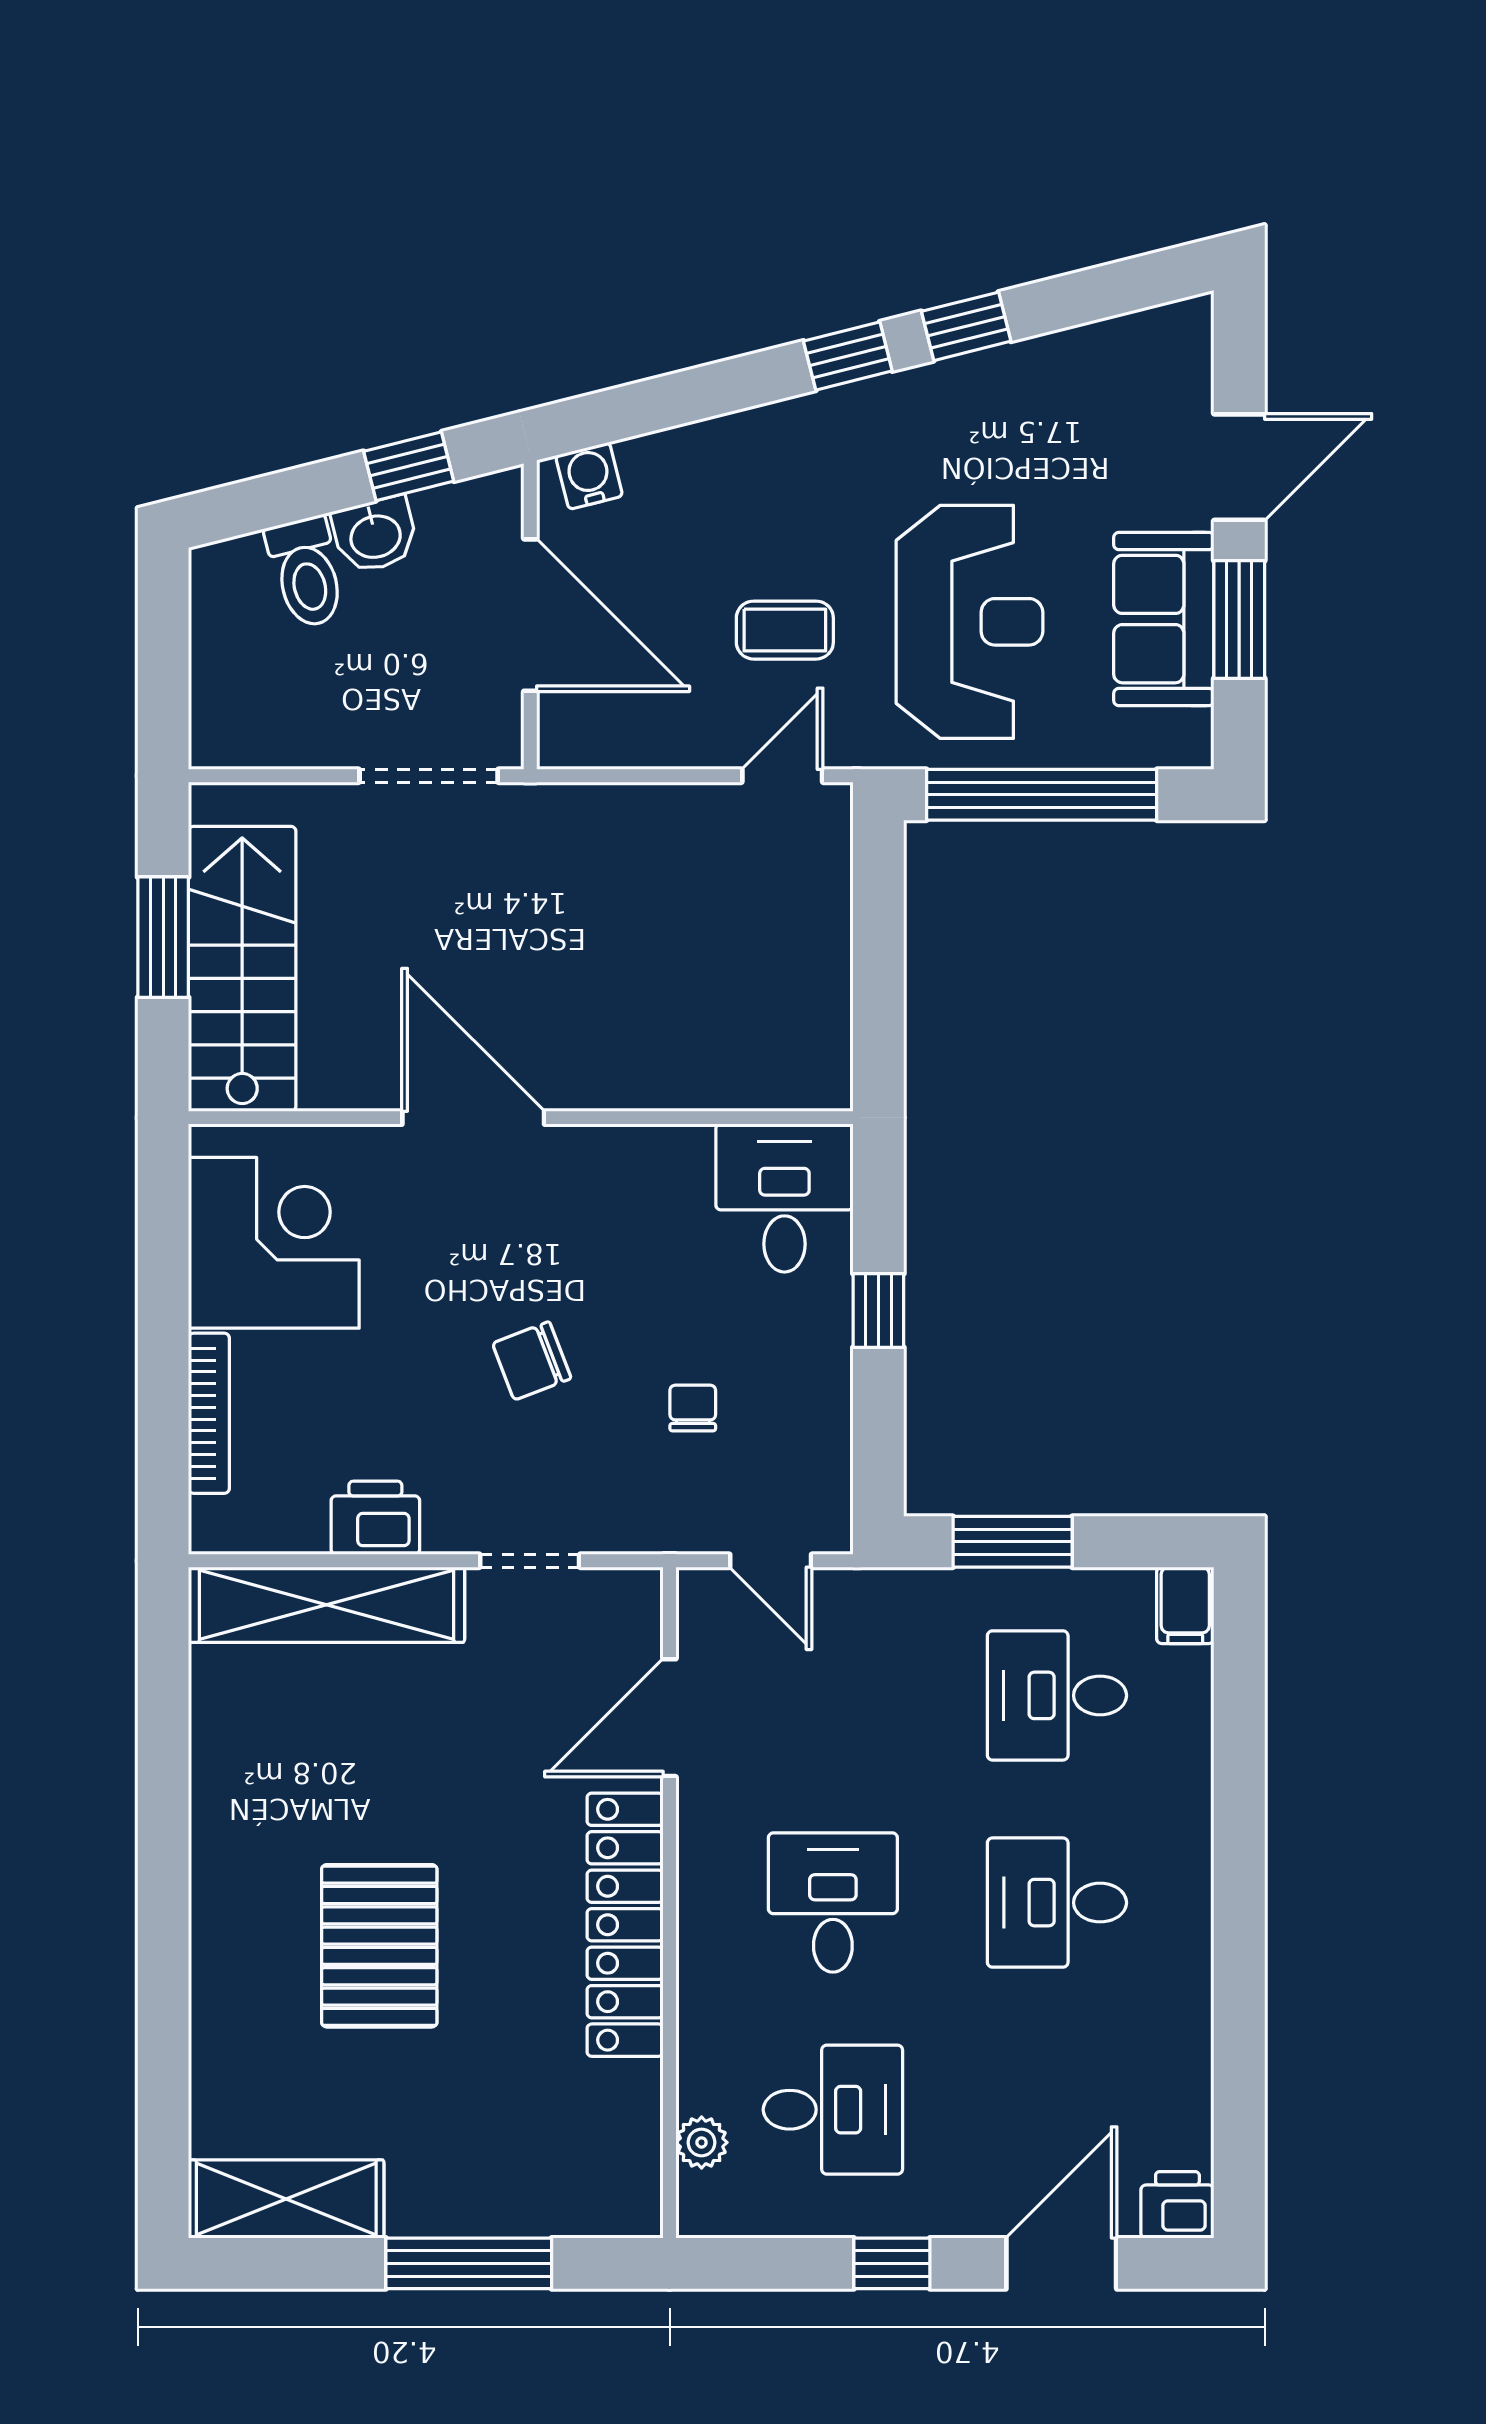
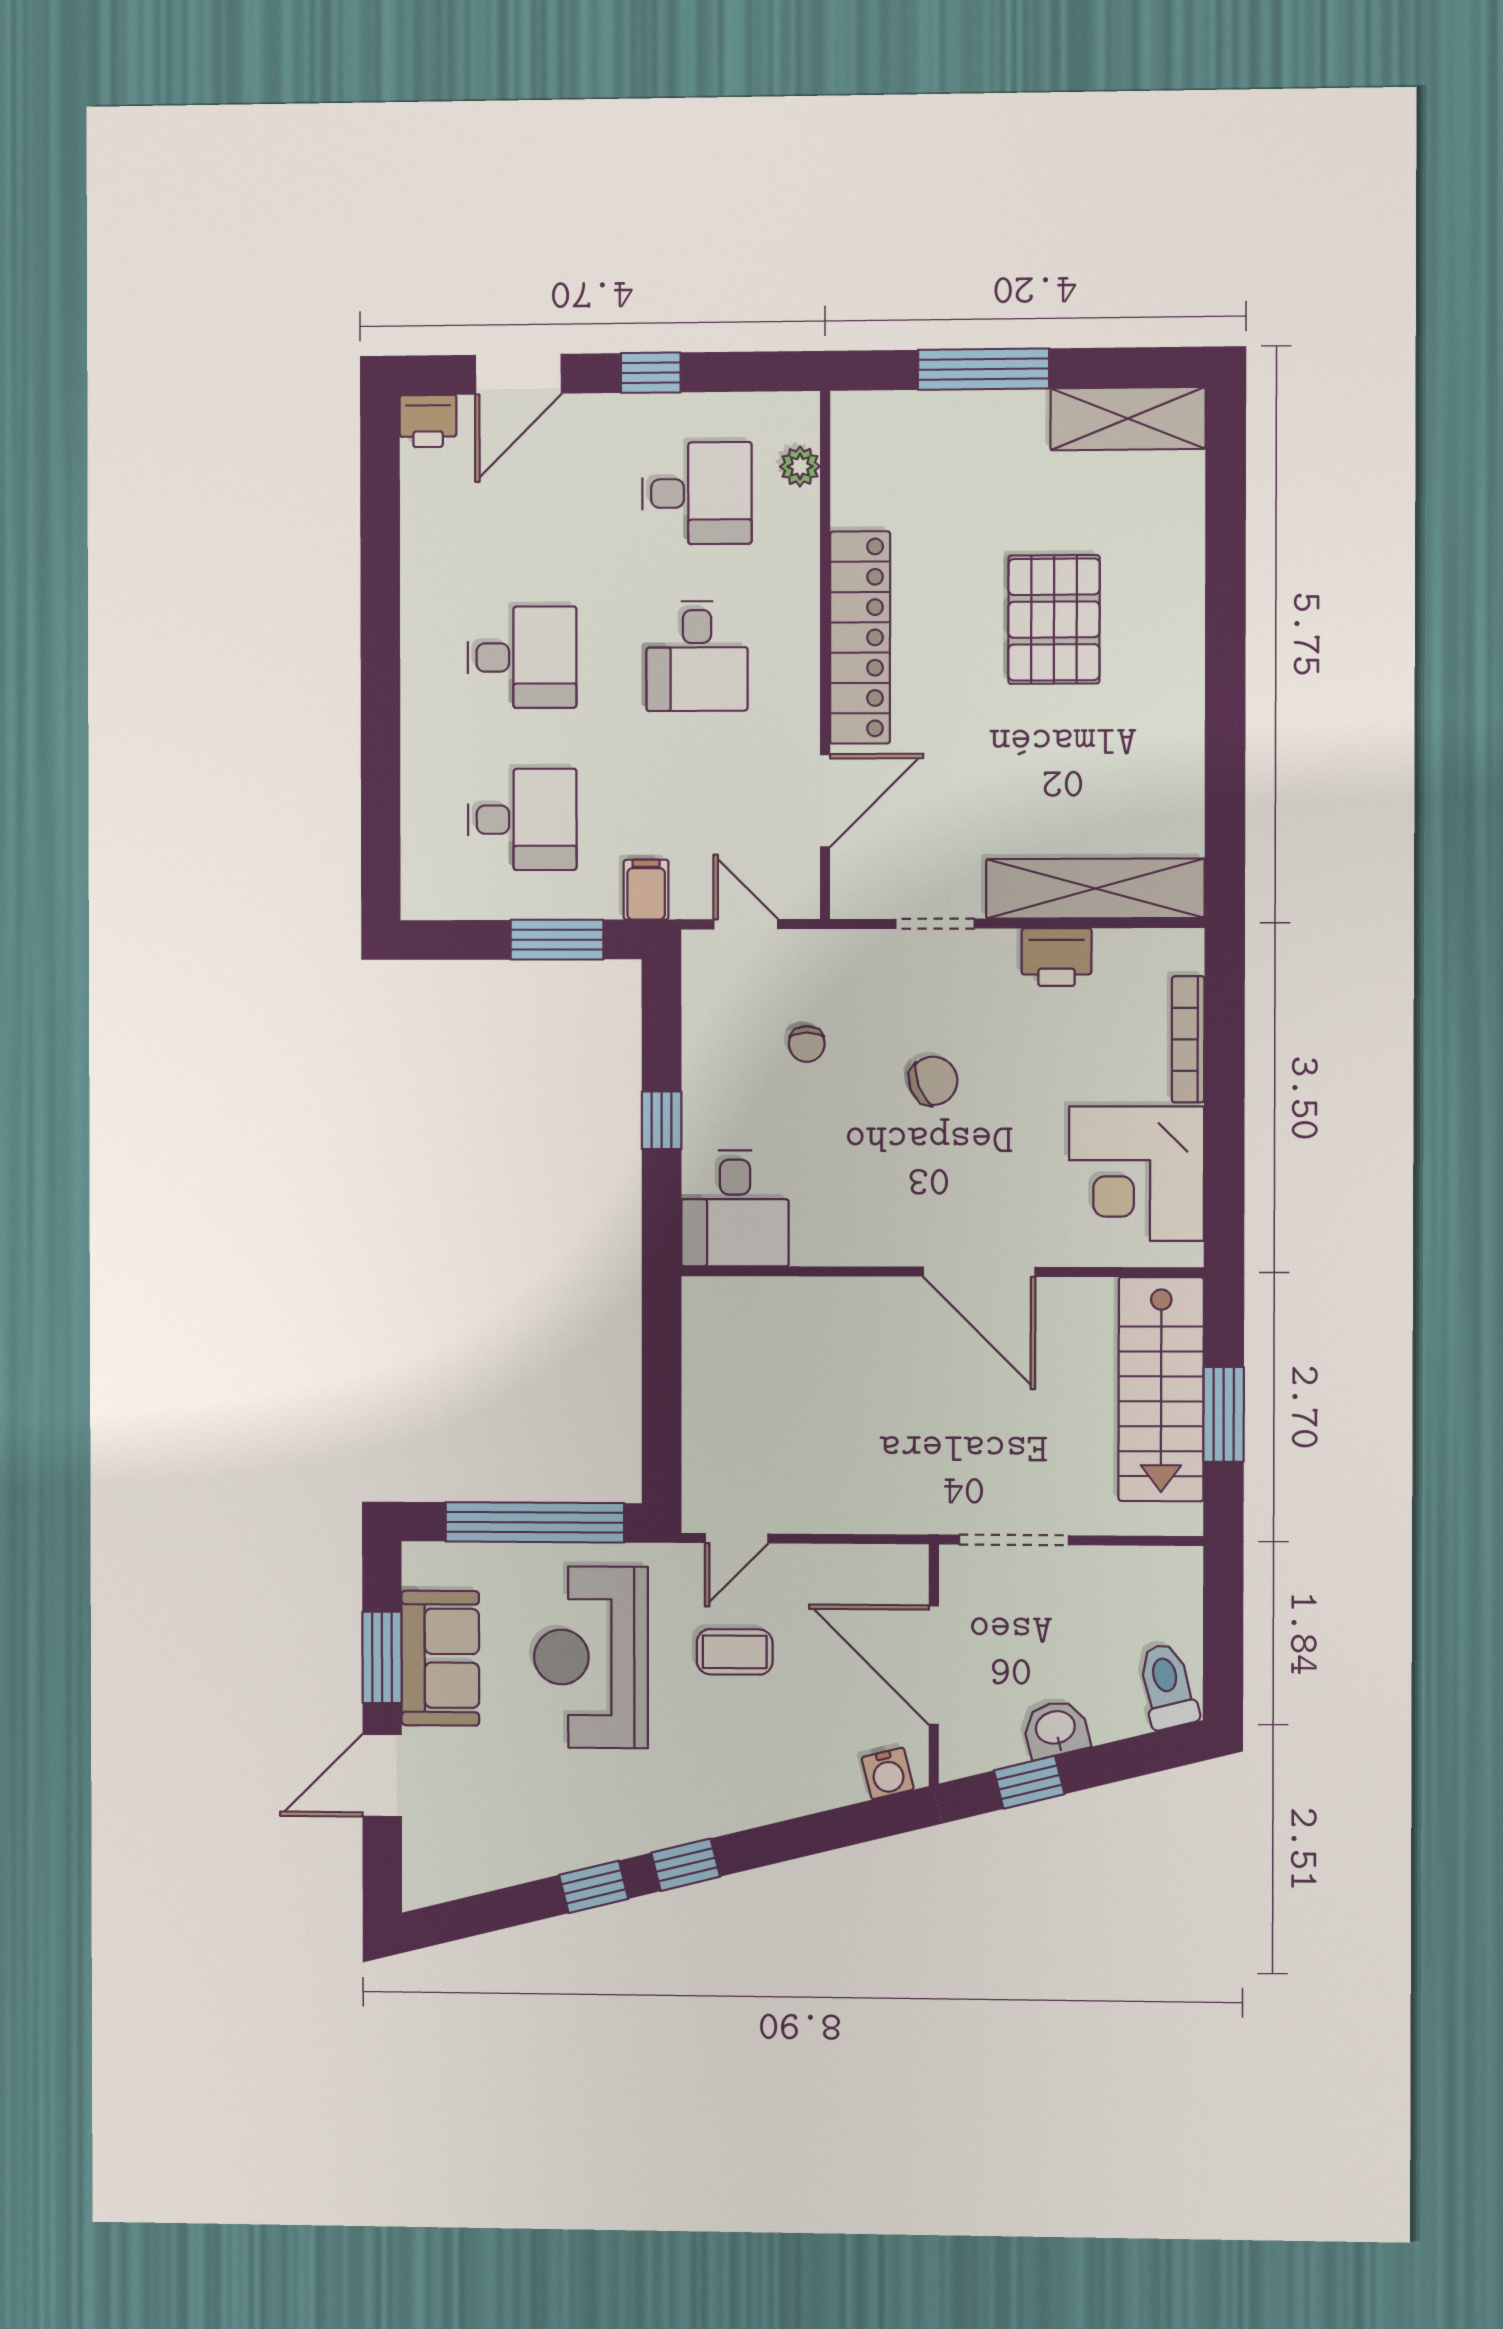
toilet: (306, 572) -> (1167, 1686), moved
filing cabinet: (1185, 1605) -> (646, 890), moved
desk: (833, 2110) -> (697, 493), turned 180

